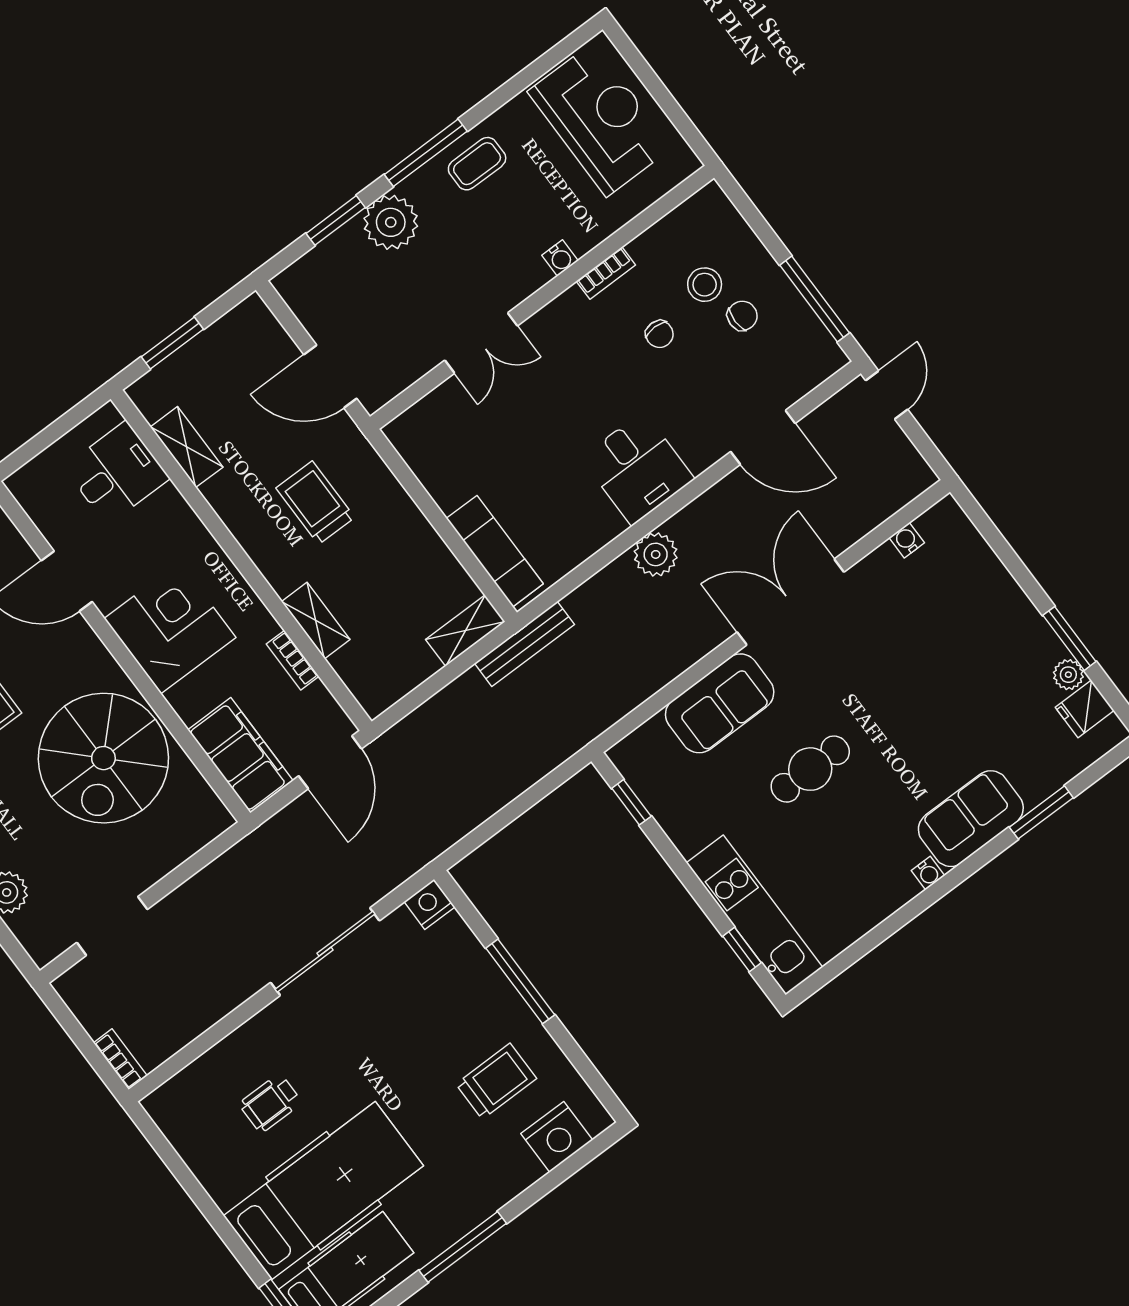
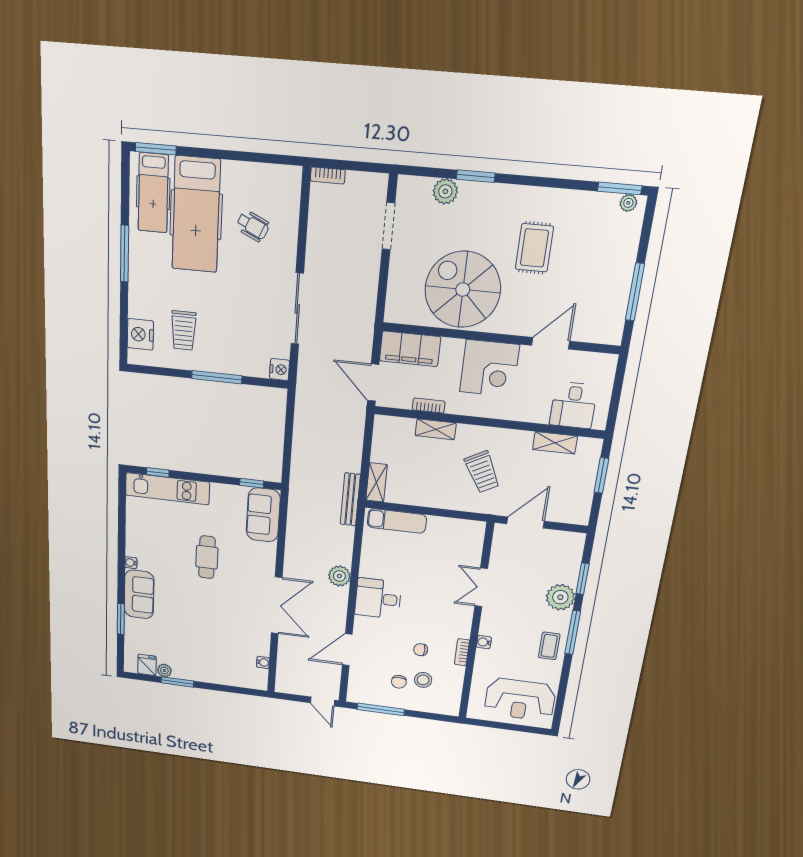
trolley: (315, 503) -> (482, 472), turned 62
sofa: (720, 703) -> (263, 515), moved
wheelchair: (270, 1103) -> (253, 226), turned 114

